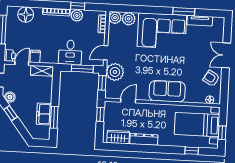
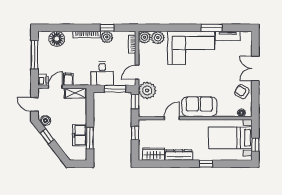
door: (128, 101) -> (172, 118), moved
window: (192, 151) -> (206, 164), moved

